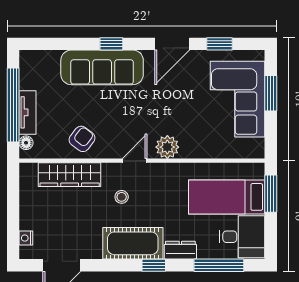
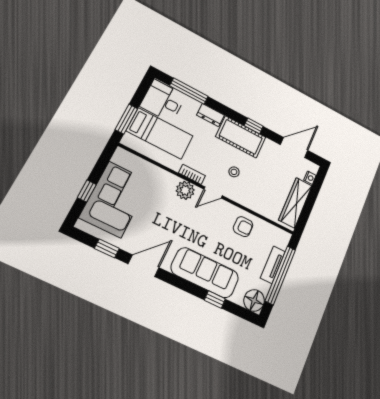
window: (111, 44) -> (215, 300), moved
window: (271, 93) -> (87, 191), width x0.67
armchair: (82, 139) -> (243, 227), turned -127
floor lamp: (26, 143) -> (254, 300), moved, width x1.89, depth x1.89
bookcase: (168, 169) -> (192, 174), added
wardrobe: (70, 175) -> (295, 203), moved, turned -90
window: (154, 265) -> (254, 126), moved

